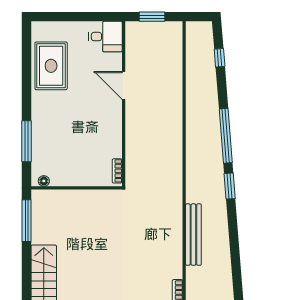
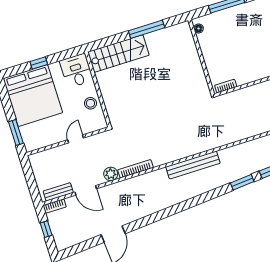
window: (27, 221) -> (147, 29), moved

